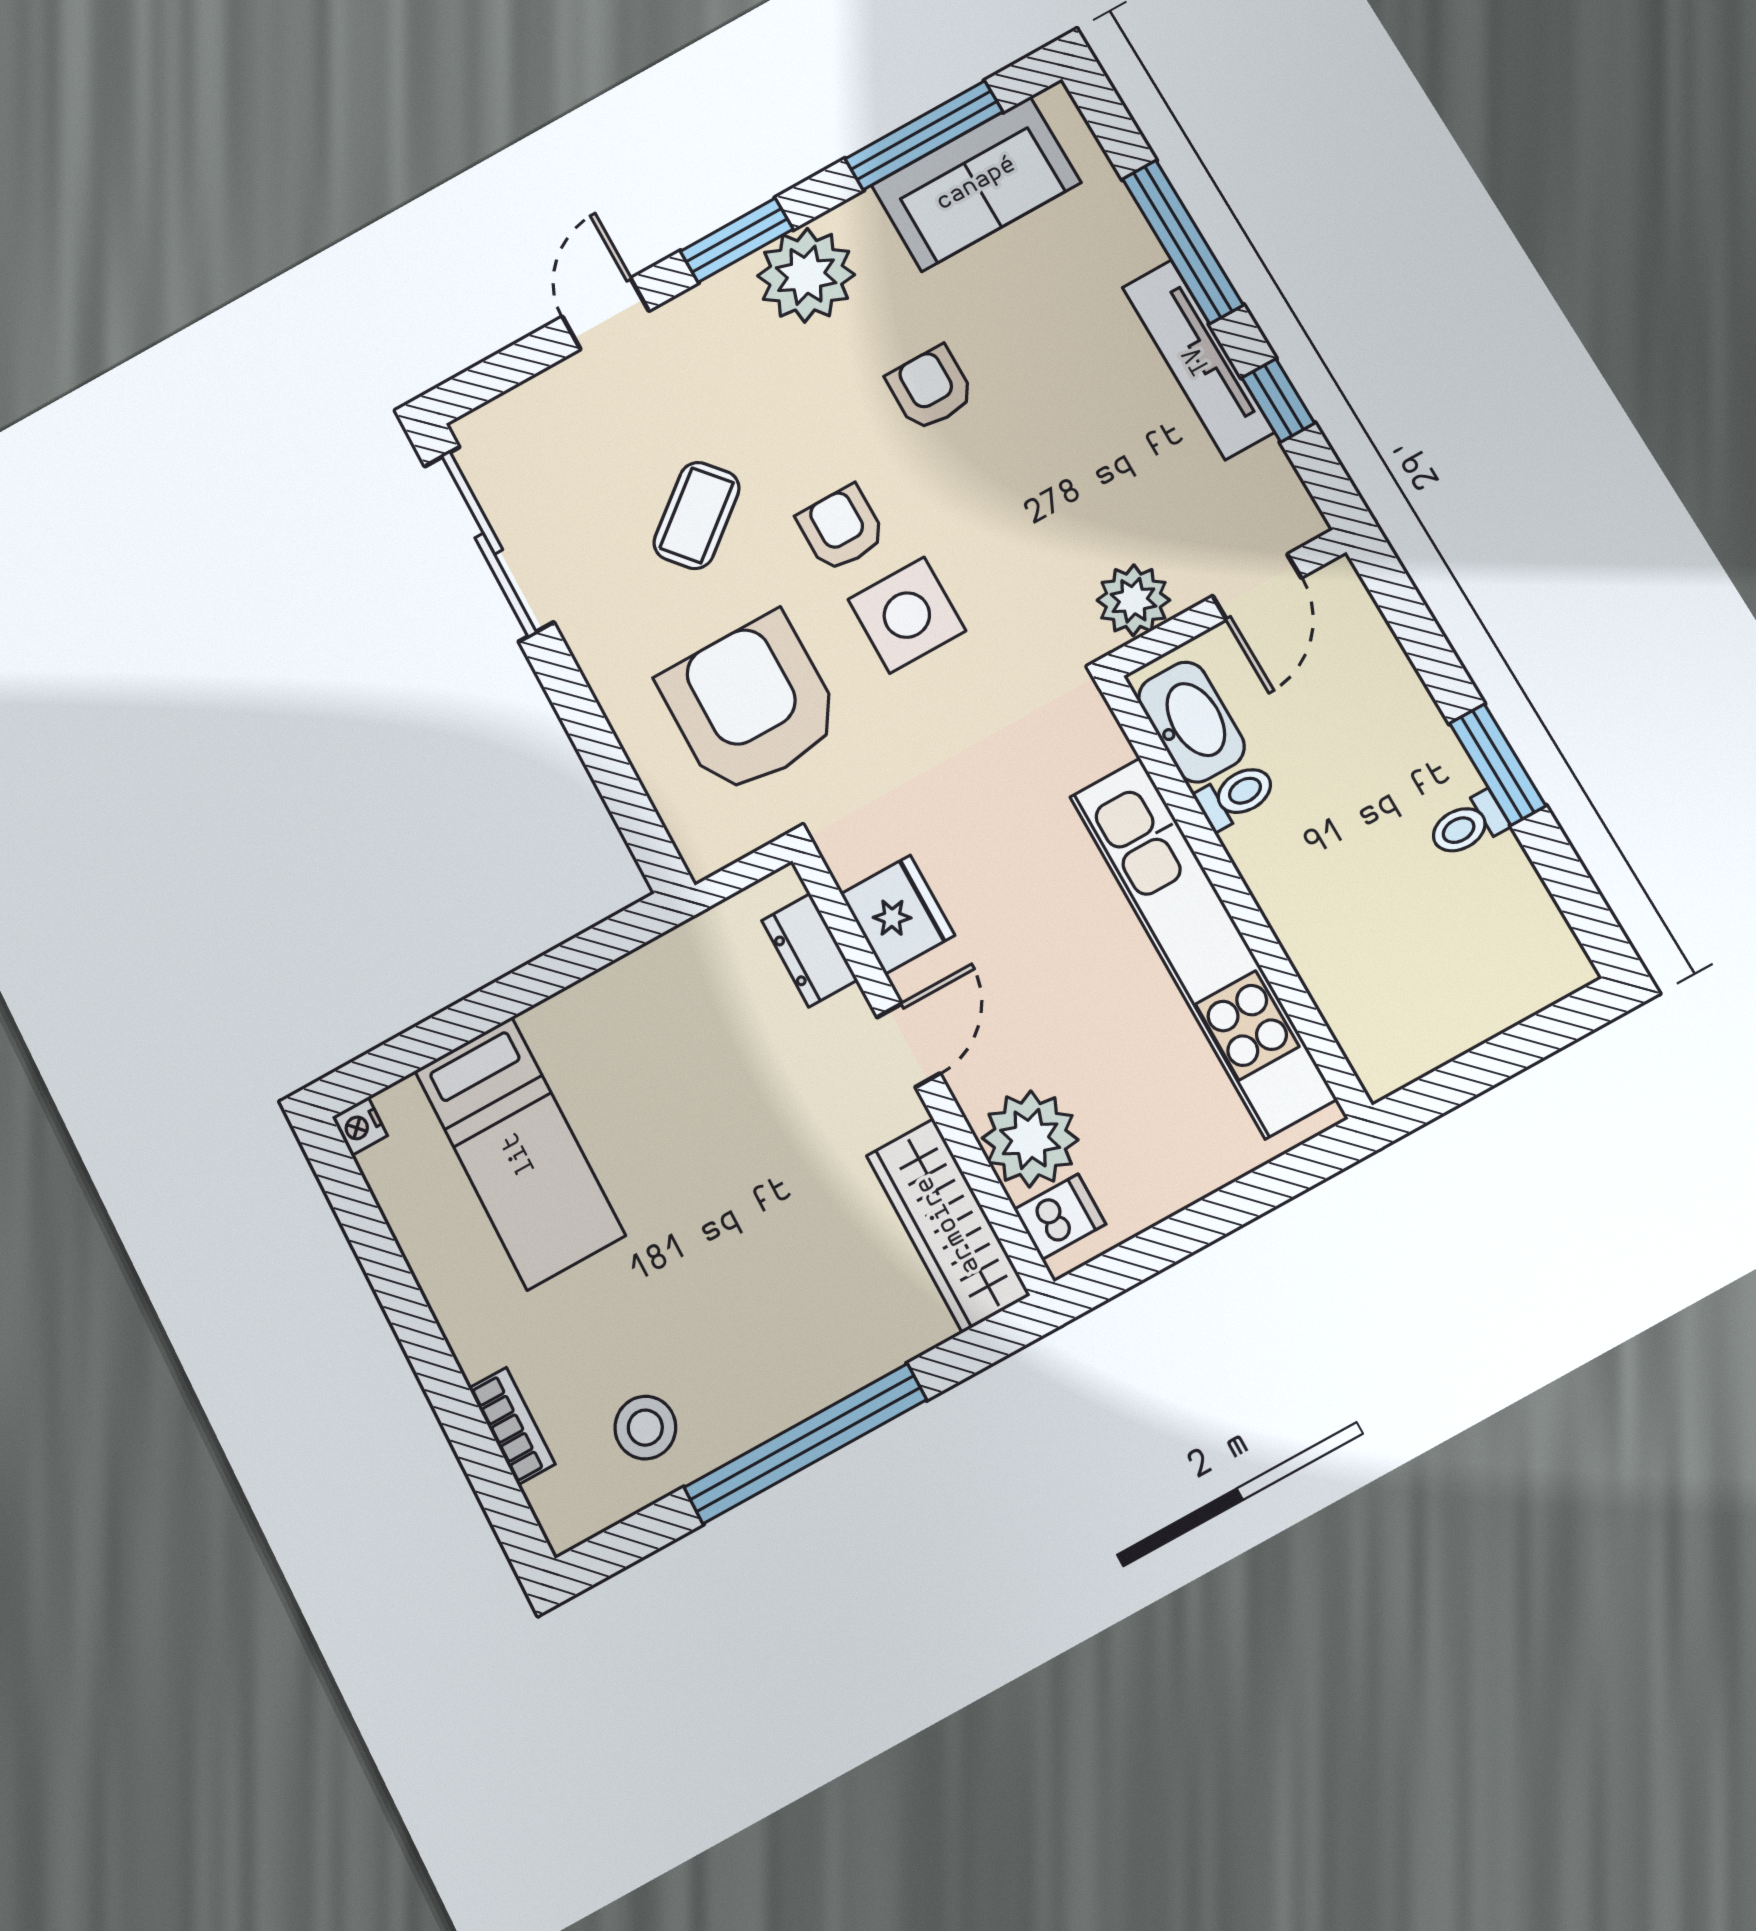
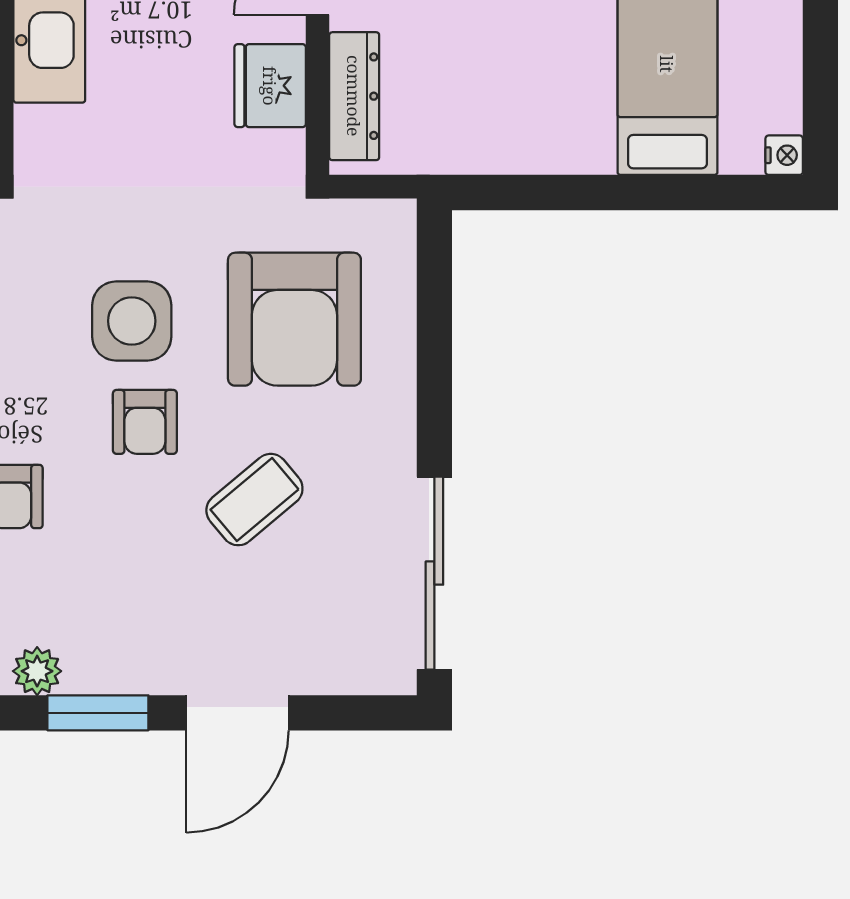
plant: (806, 275) -> (37, 671), width x0.53, depth x0.53
door: (606, 314) -> (238, 713), width x1.38
dresser: (810, 950) -> (354, 96), width x1.44

